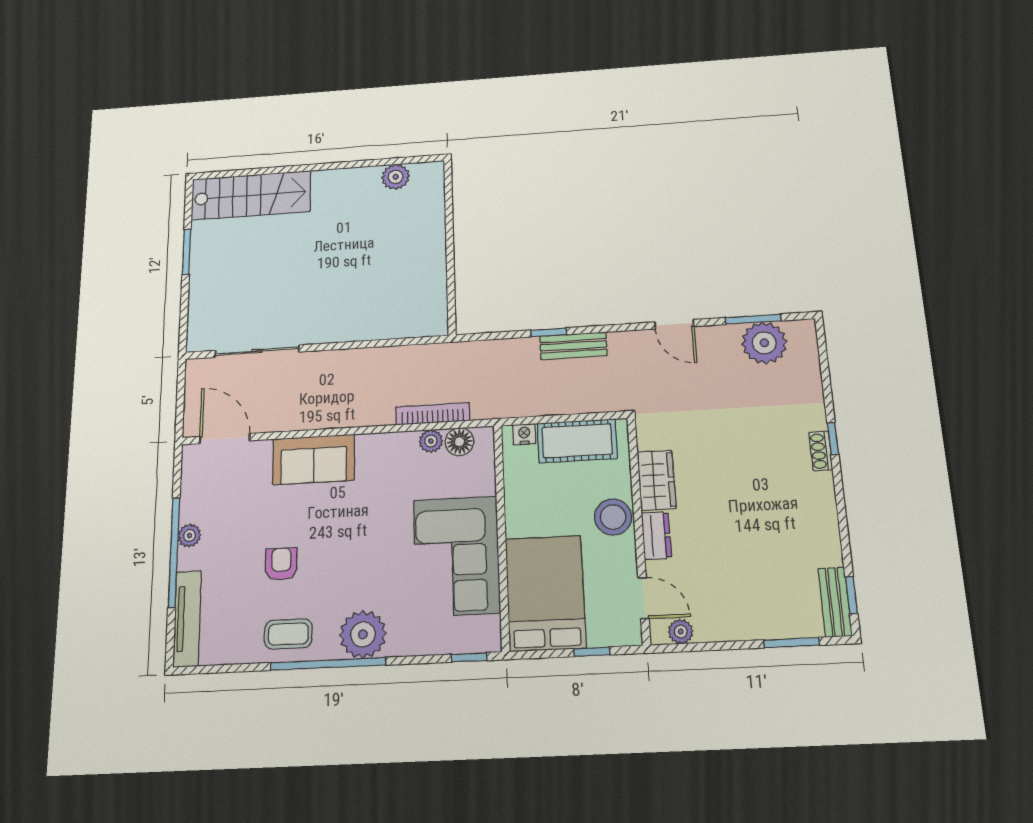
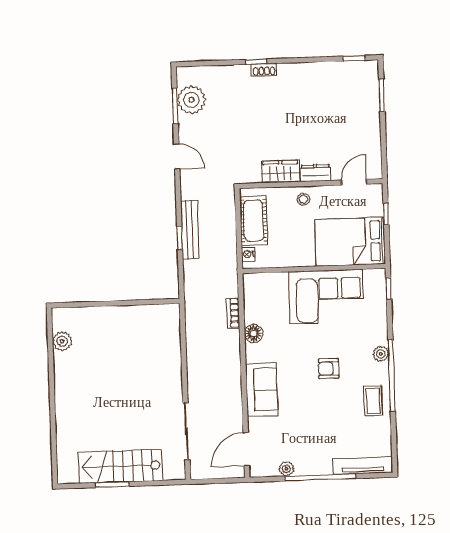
stairs: (251, 195) -> (120, 466), moved, turned -90
door: (674, 324) -> (177, 156), hinge flipped
bench: (573, 346) -> (190, 230), width x1.36
bookcase: (433, 414) -> (233, 313), width x0.64
plant: (431, 441) -> (251, 314), removed
floor lamp: (459, 442) -> (254, 333), moved
stool: (613, 517) -> (303, 199), width x0.53, depth x0.53
plant: (189, 536) -> (286, 469), moved
armchair: (281, 564) -> (329, 369), moved
bench: (835, 602) -> (358, 68), removed
plant: (681, 631) -> (374, 161), removed
plant: (363, 634) -> (381, 354), width x0.53, depth x0.53

